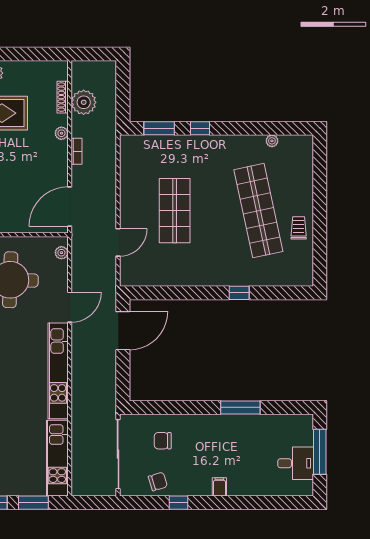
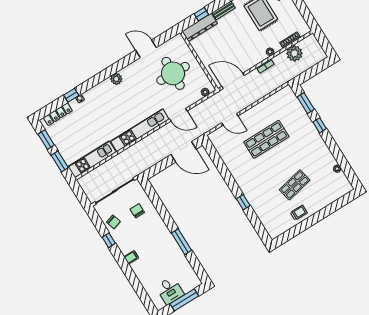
shop shelf: (258, 211) -> (295, 185), width x0.50, depth x0.74

